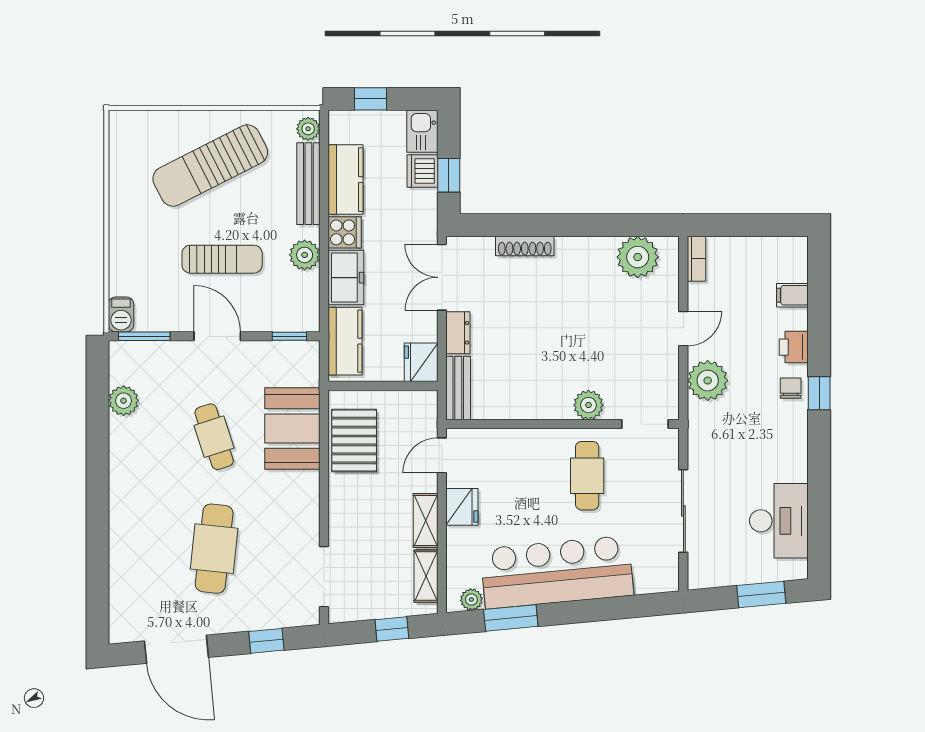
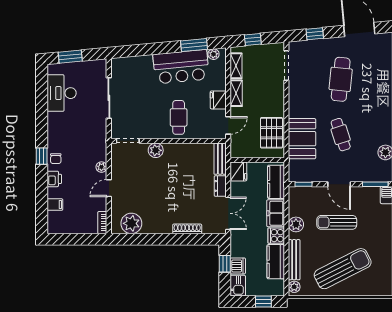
plant: (708, 381) -> (101, 167), width x0.53, depth x0.53
cafe table: (587, 476) -> (179, 117), moved
bar counter: (557, 572) -> (181, 67), width x0.73

